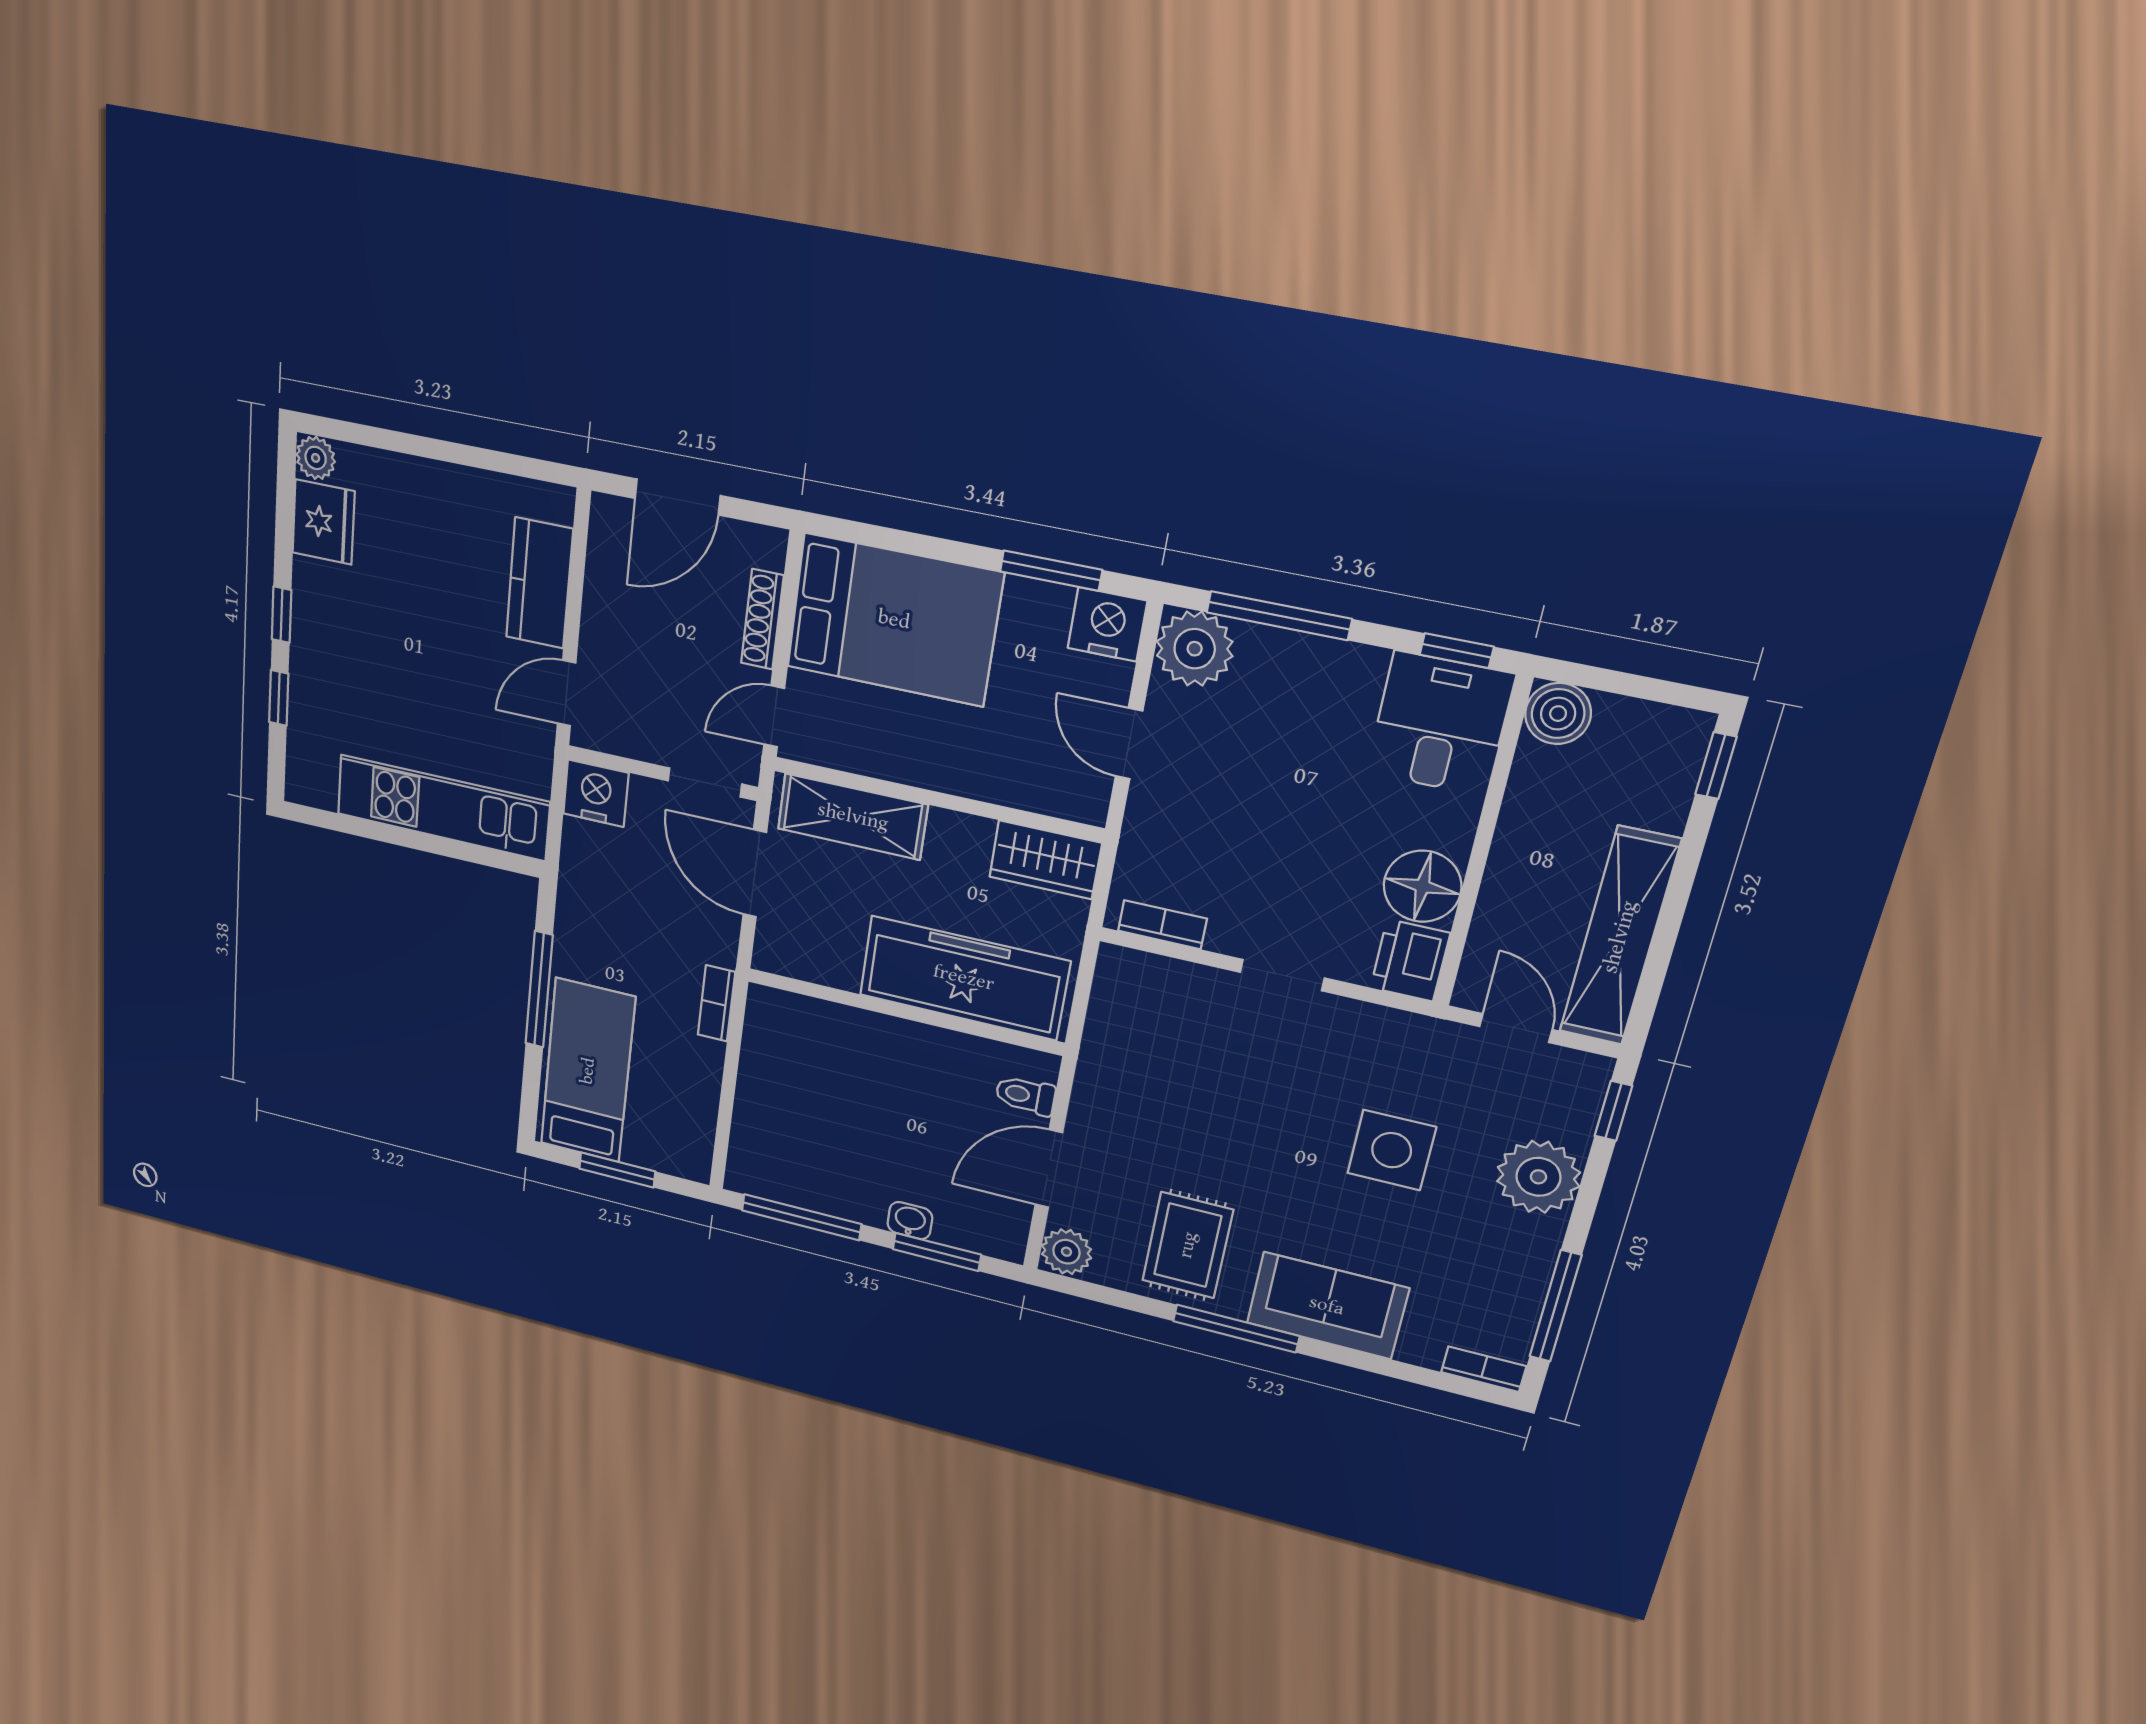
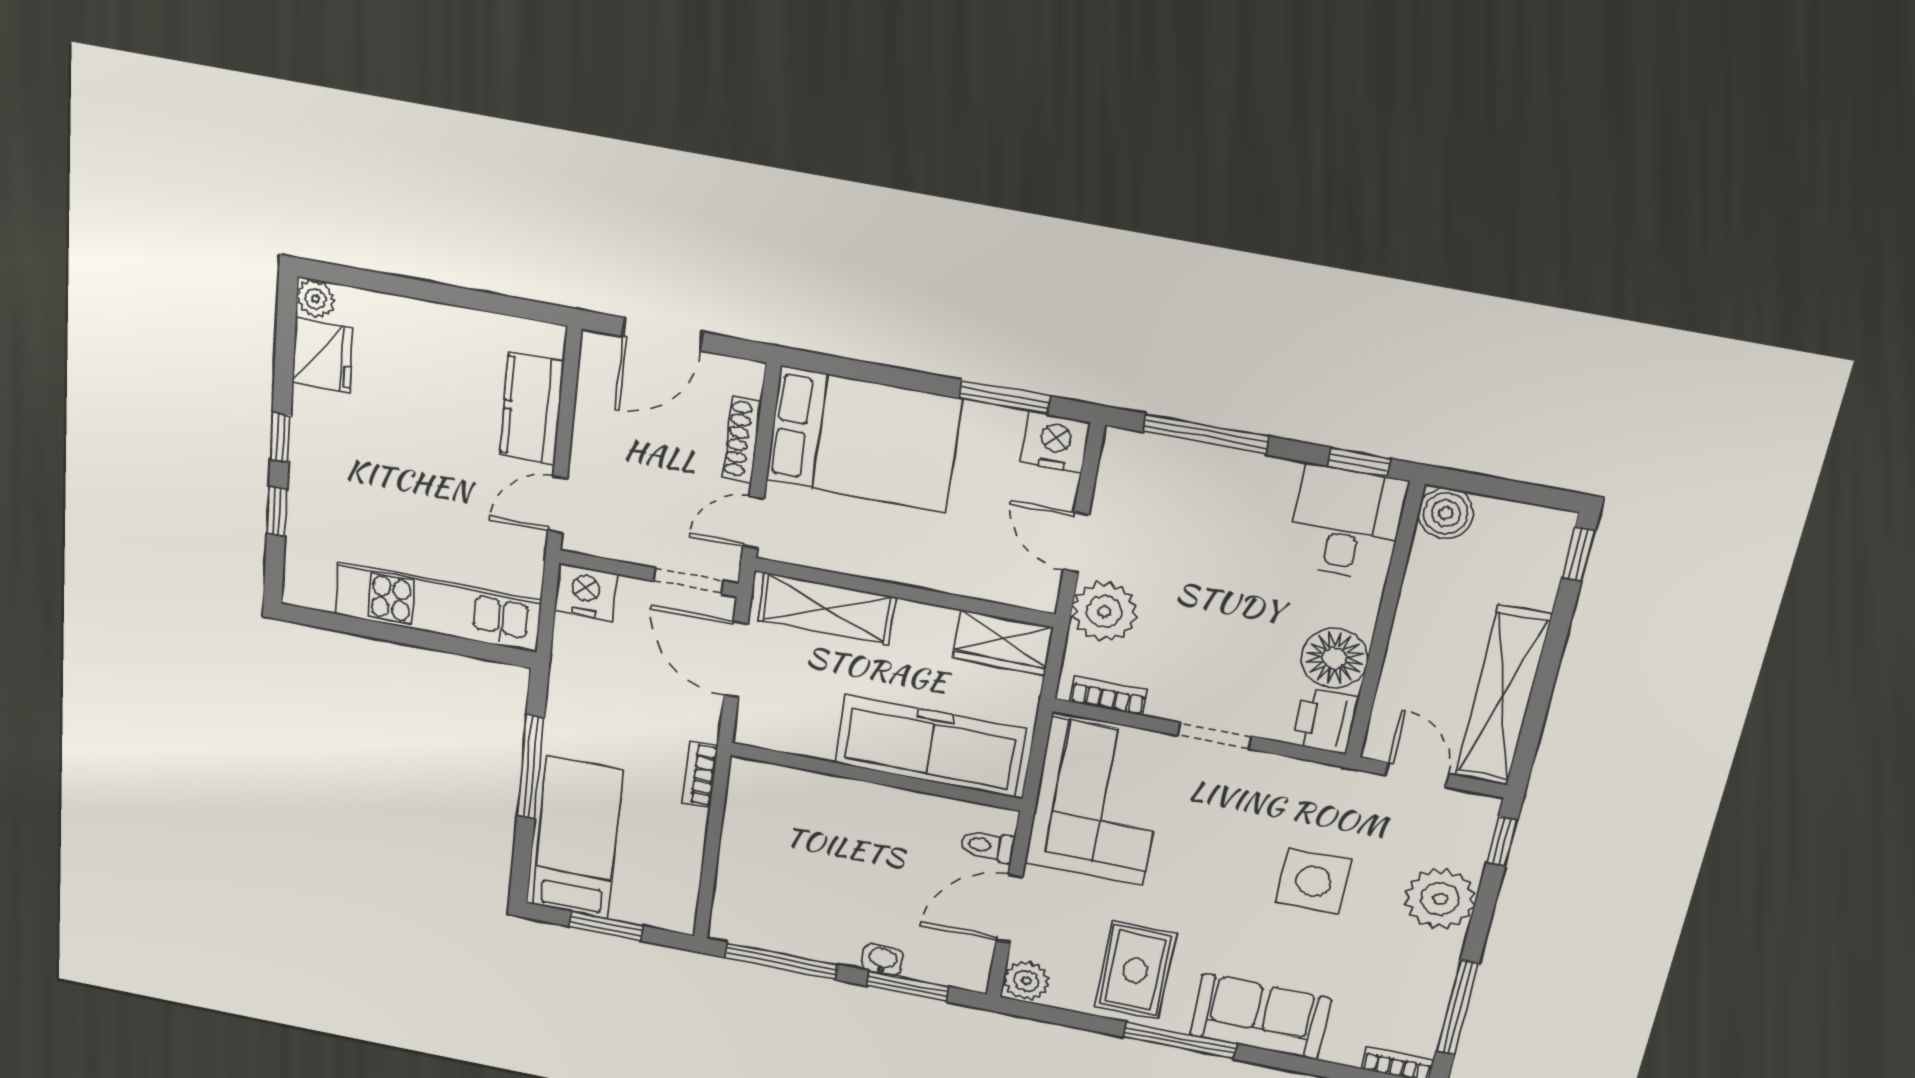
plant: (1195, 649) -> (1104, 612), moved
corner sofa: (1148, 1048) -> (1097, 802), added

